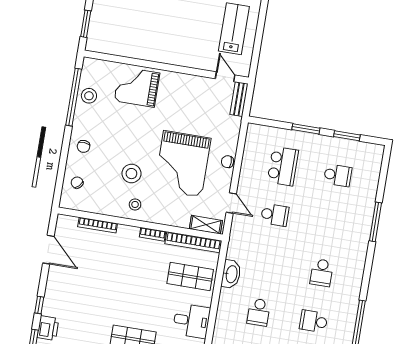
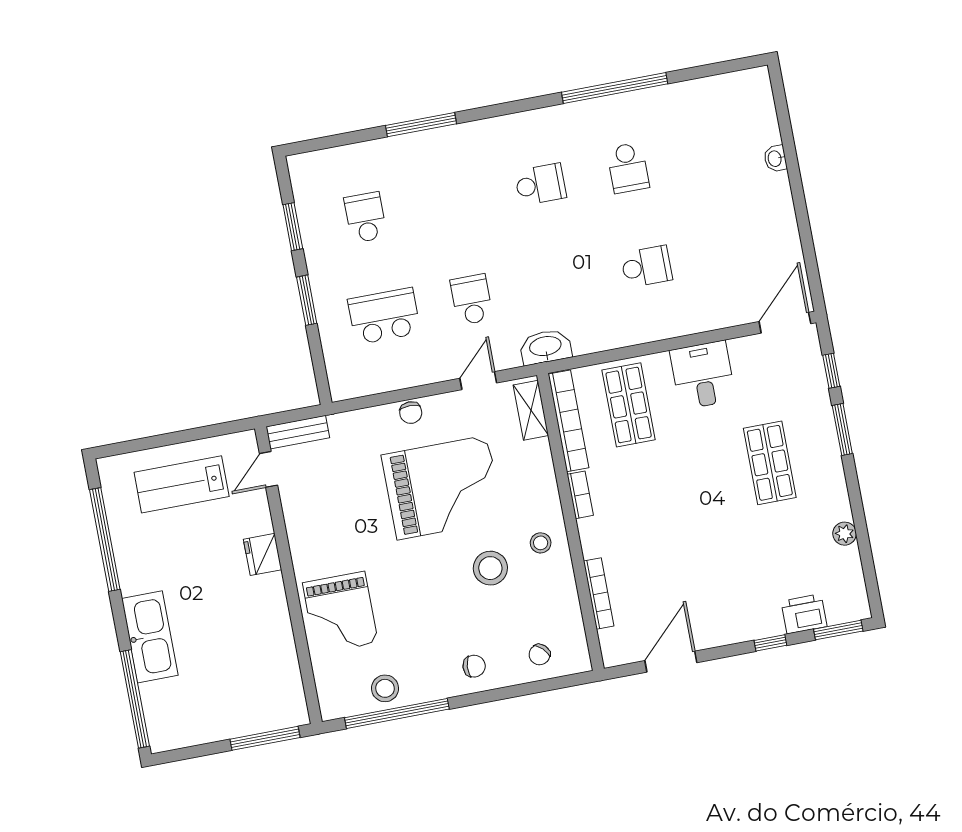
window: (86, 24) -> (265, 738), width x1.44
fridge: (182, 58) -> (263, 554), added
washbasin: (231, 274) -> (546, 347), moved

